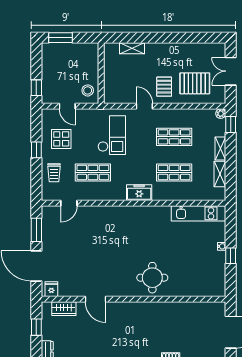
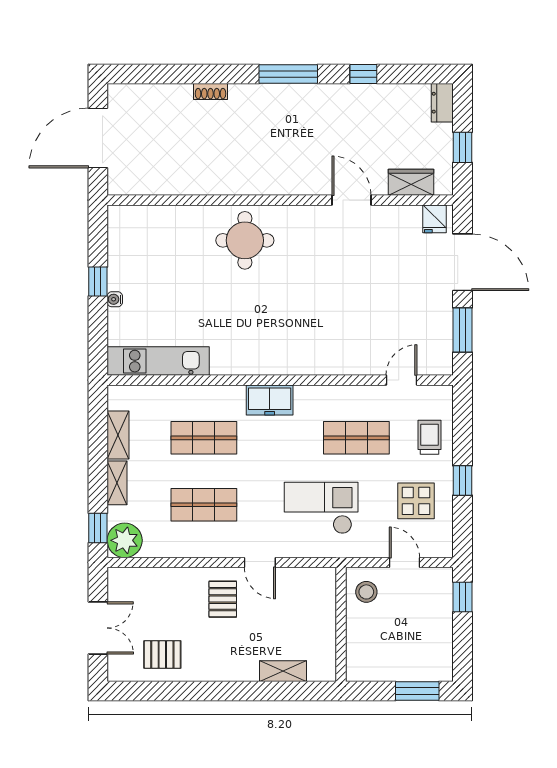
pallet: (195, 83) -> (162, 655), moved, width x0.67, depth x0.71
plant: (221, 114) -> (125, 540), width x1.87, depth x1.87
checkout: (112, 135) -> (321, 508), turned 90

